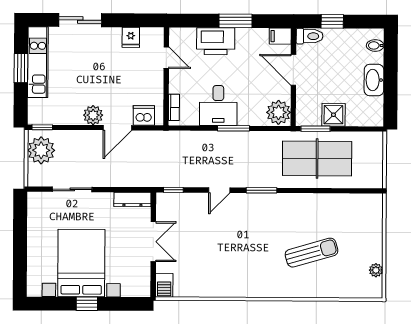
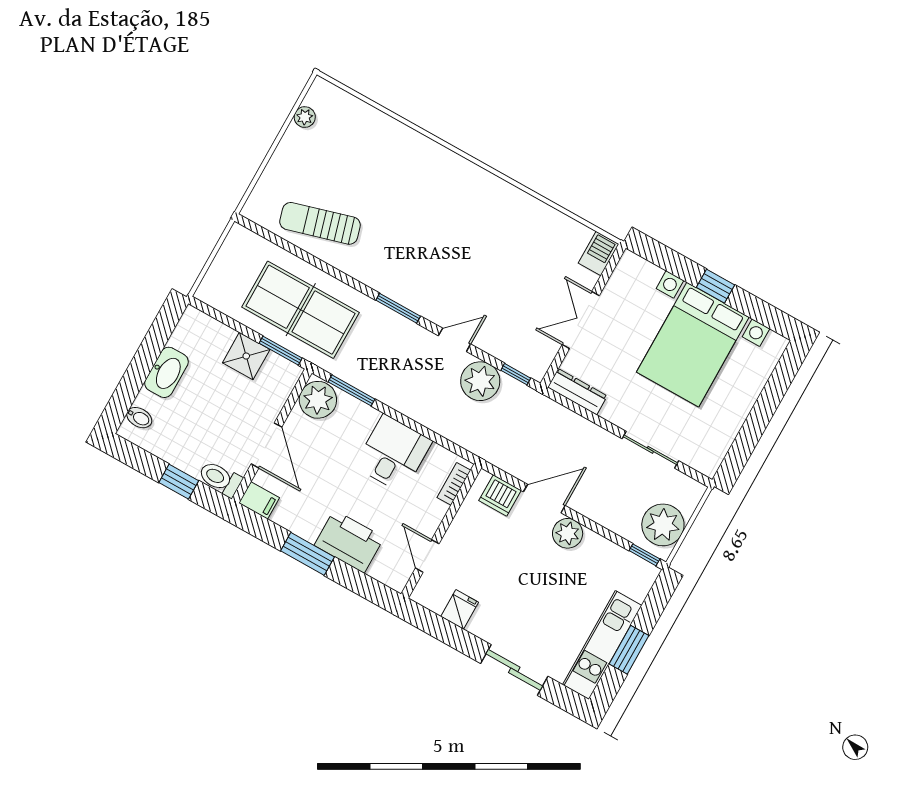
window: (234, 128) -> (352, 390), moved
plant: (191, 175) -> (480, 381), added
sun lounger: (312, 253) -> (320, 223), moved

